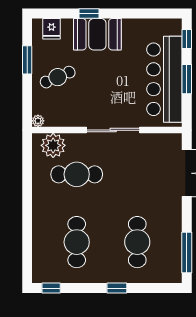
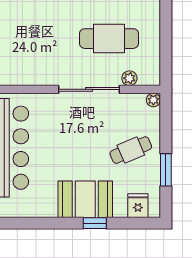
sliding door: (113, 130) -> (89, 89), moved
plant: (53, 145) -> (129, 78), width x0.53, depth x0.53

